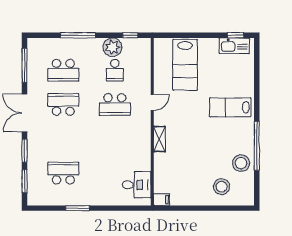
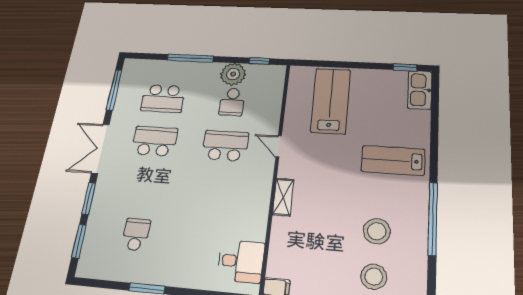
kitchen sink: (234, 46) -> (420, 90), moved, turned 90
lab bench: (185, 65) -> (331, 101), turned 180
door: (152, 102) -> (279, 146), swing flipped
school desk: (115, 105) -> (225, 146), turned 180
stool: (241, 163) -> (377, 231), moved
school desk: (63, 173) -> (136, 234), width x0.54

